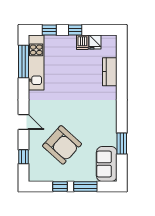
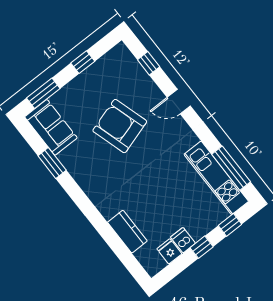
armchair: (62, 145) -> (120, 126), moved, turned 31
window: (85, 187) -> (43, 93), moved

